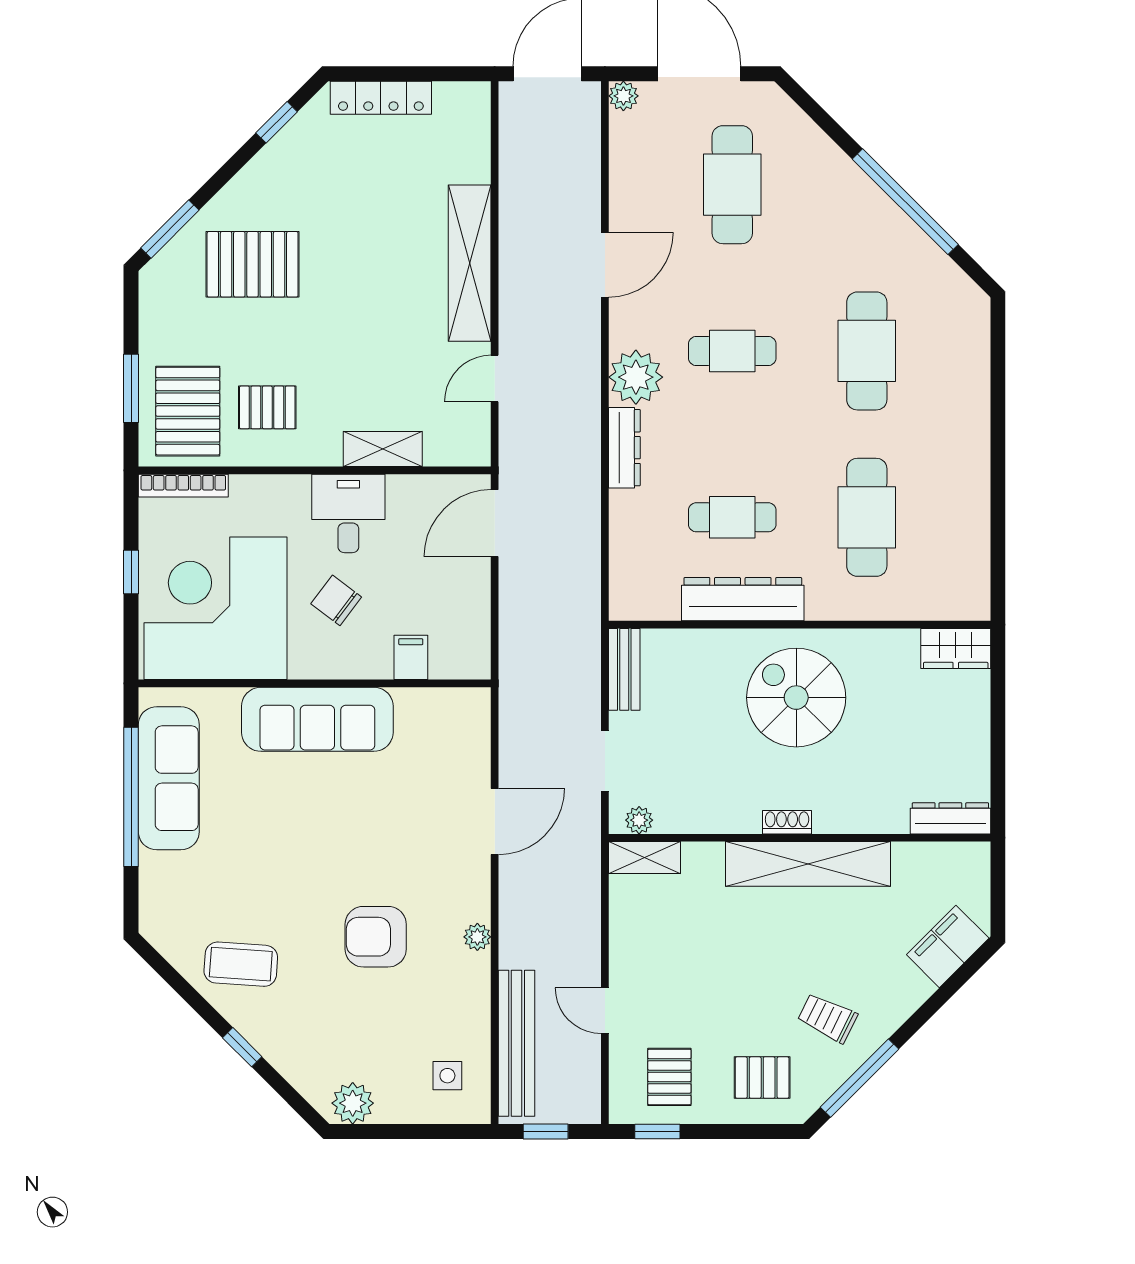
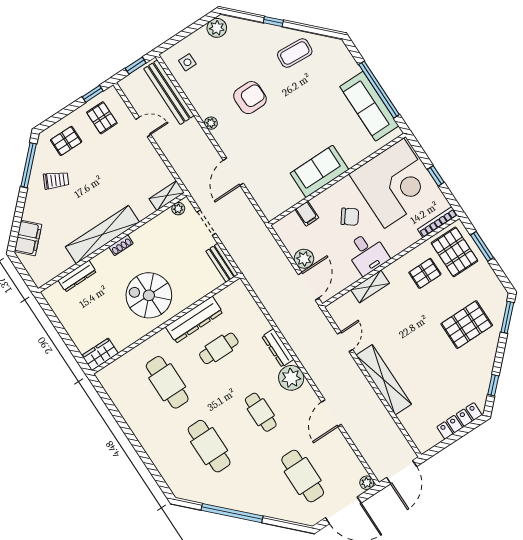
cafe table: (732, 351) -> (261, 412), turned 90
plant: (470, 579) -> (304, 259), added
spiral stairs: (796, 698) -> (149, 295), turned 180
sofa: (317, 719) -> (319, 171), width x0.73
dresser: (950, 818) -> (77, 276), moved

